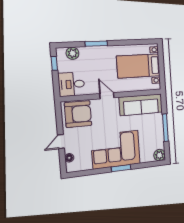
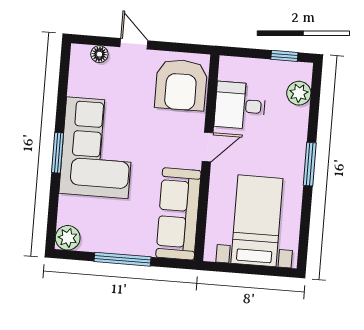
window: (96, 44) -> (310, 164), moved
desk: (71, 84) -> (240, 106), moved, turned -90

